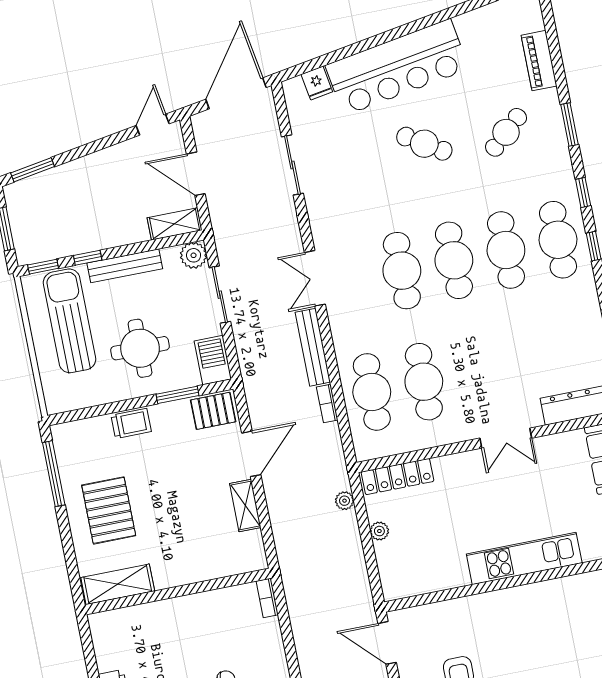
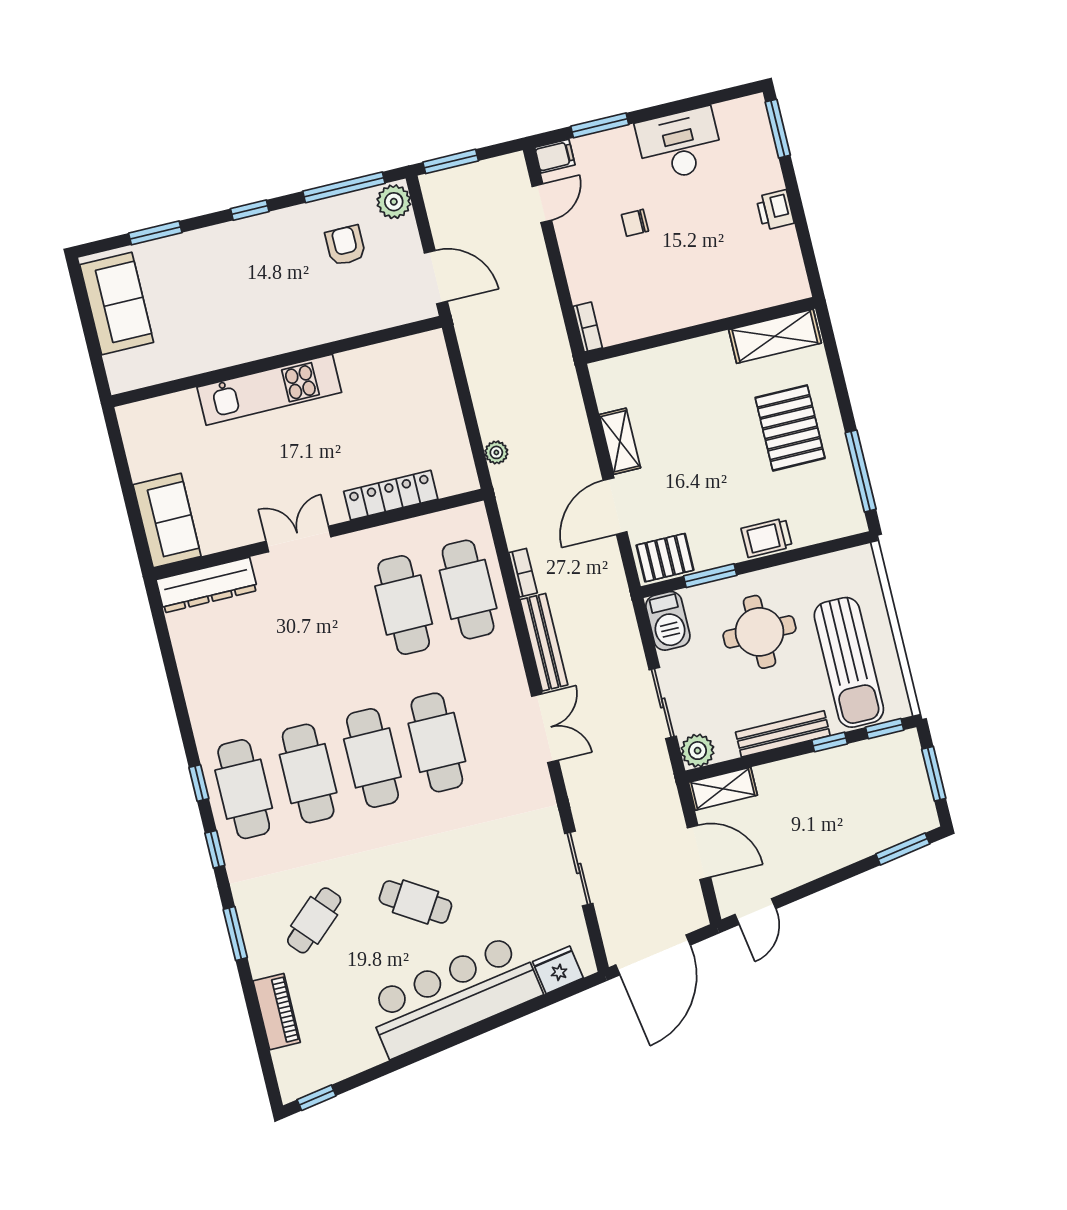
fridge: (317, 83) -> (558, 970), width x1.38
locker: (398, 477) -> (391, 495), moved
plant: (379, 531) -> (451, 416), removed

